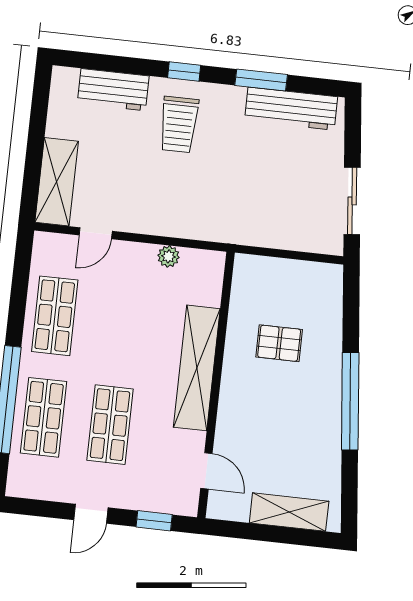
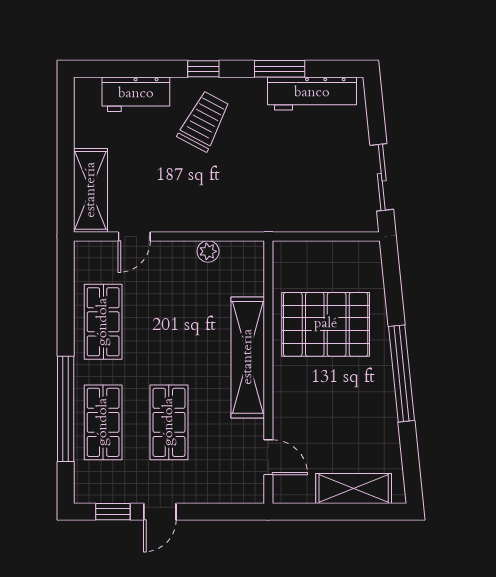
trolley: (179, 125) -> (204, 121), turned -152
pallet: (279, 343) -> (326, 324), width x2.05, depth x2.00
window: (154, 521) -> (113, 512), moved

